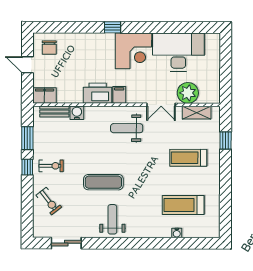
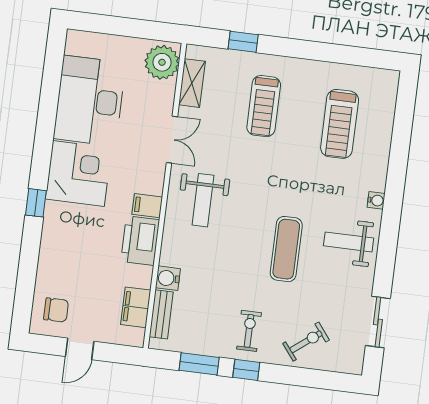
plant: (188, 93) -> (162, 62), moved
filing cabinet: (45, 95) -> (136, 307), moved
water cooler: (177, 233) -> (376, 200), moved

